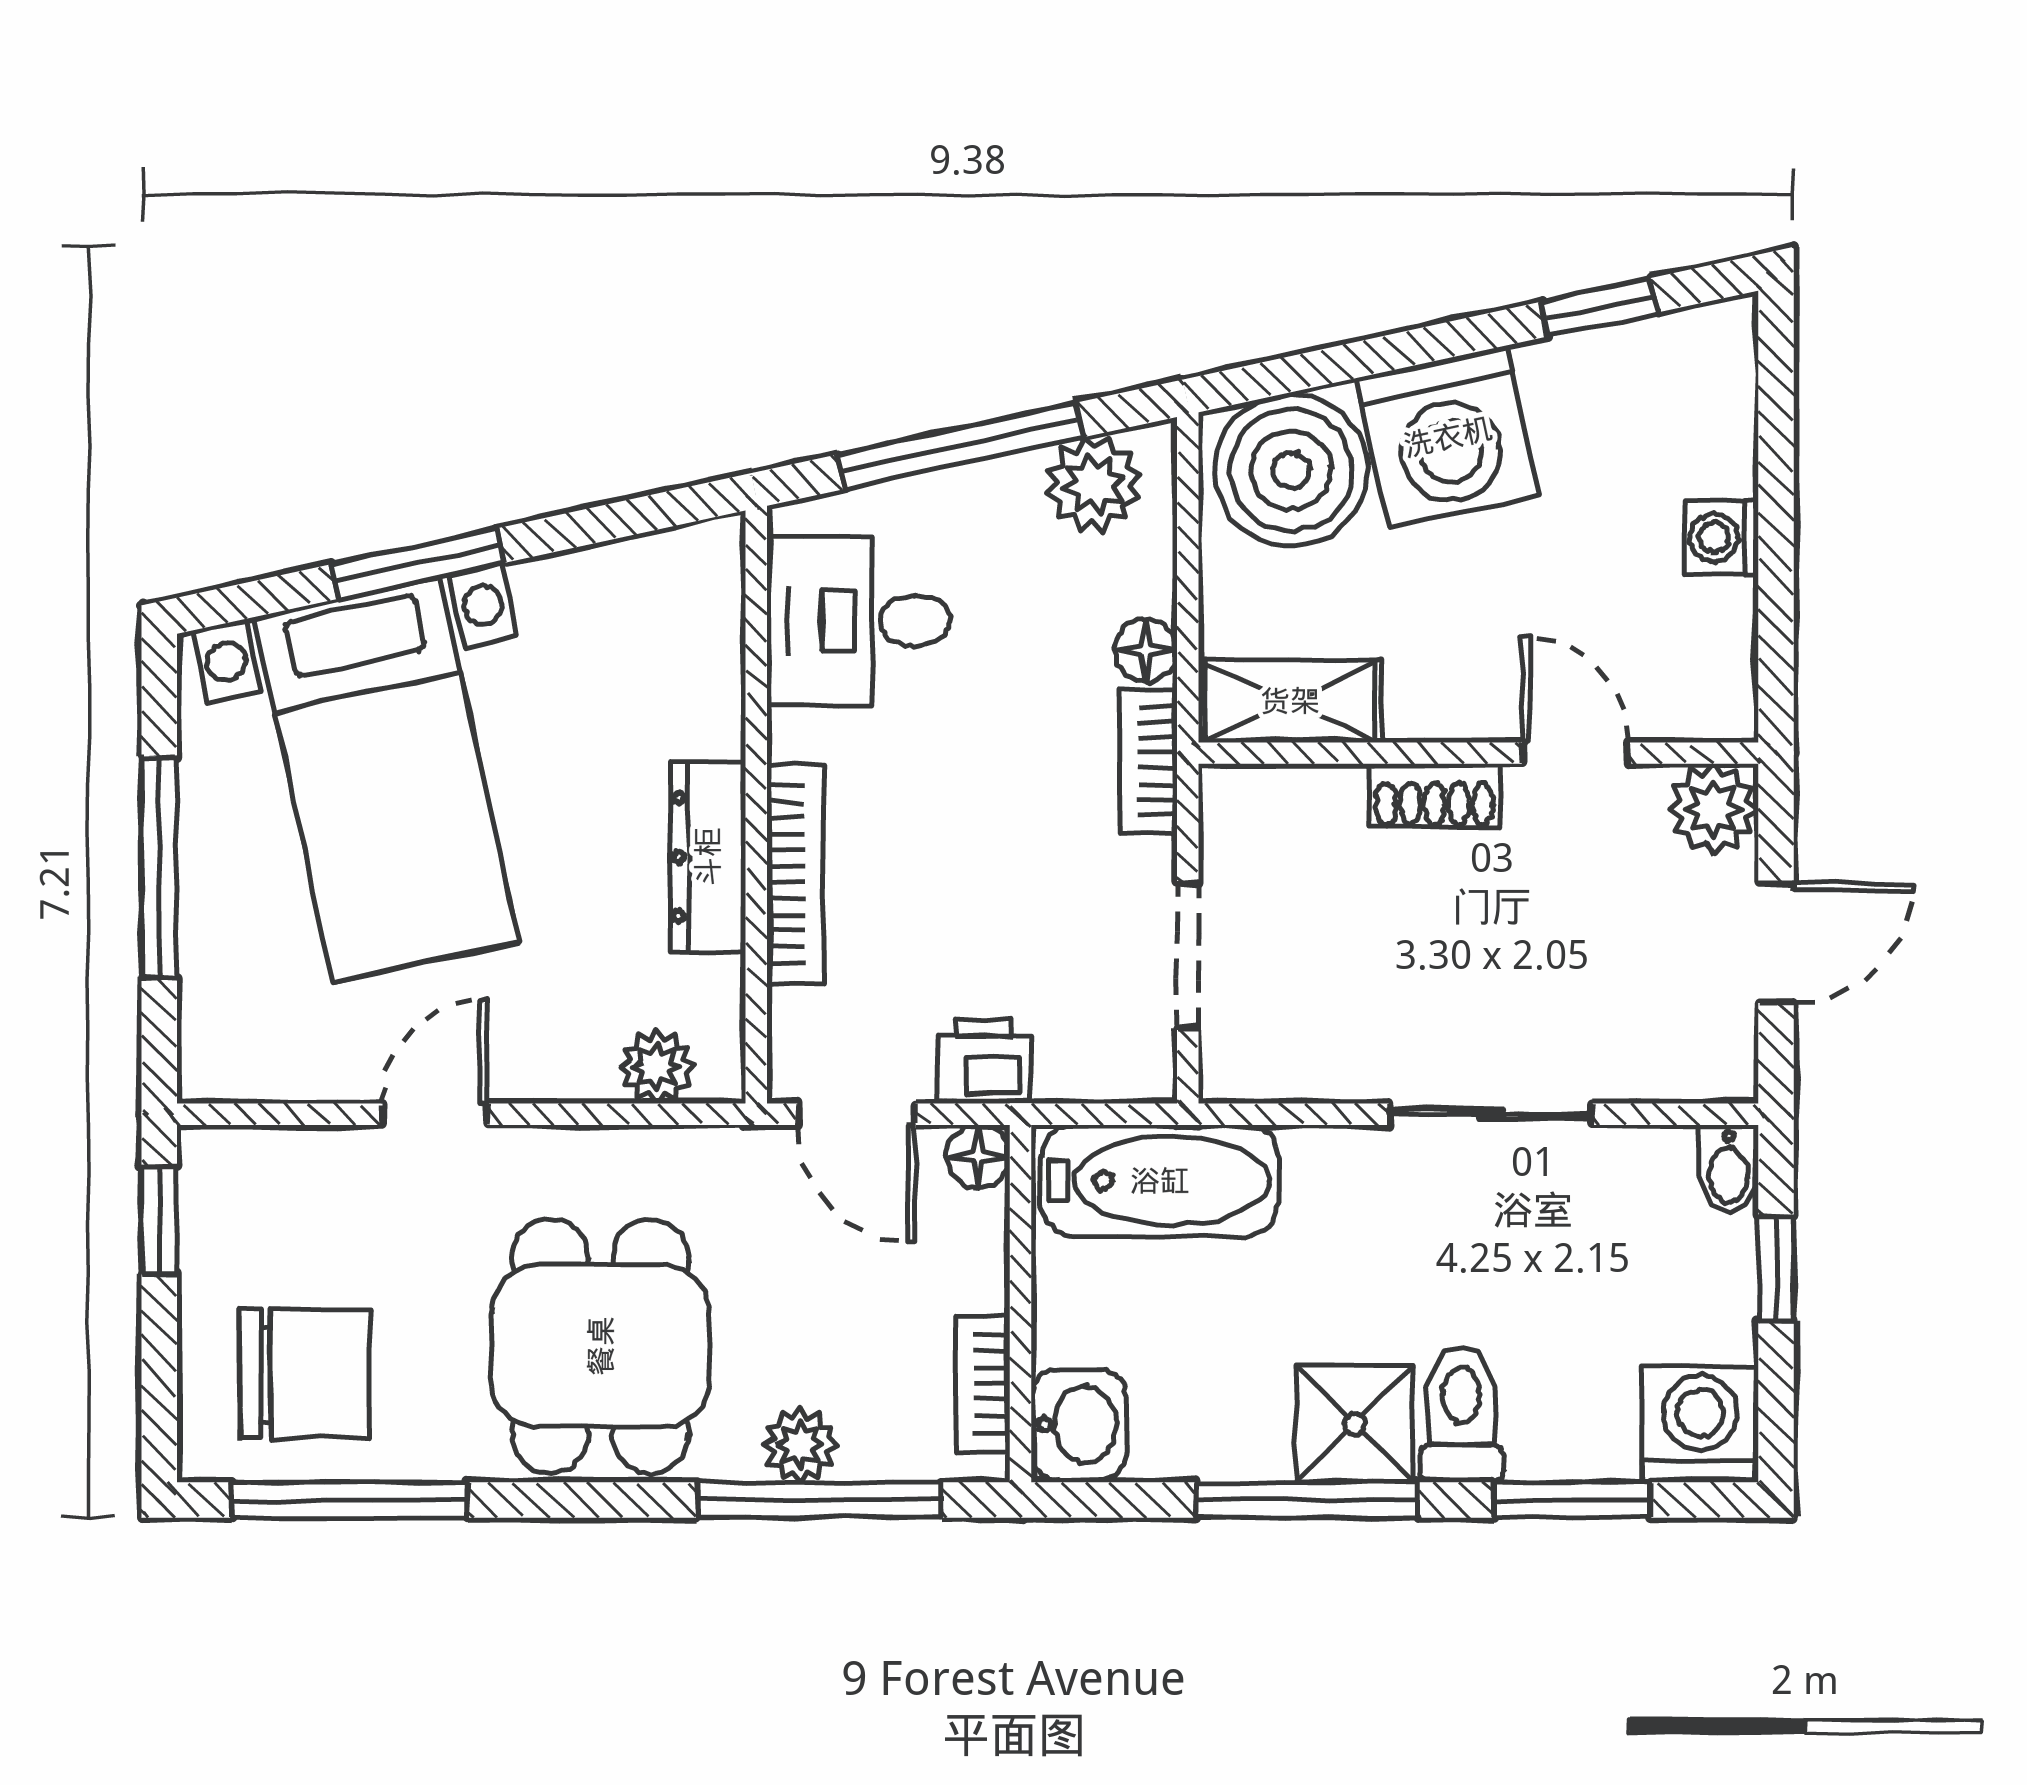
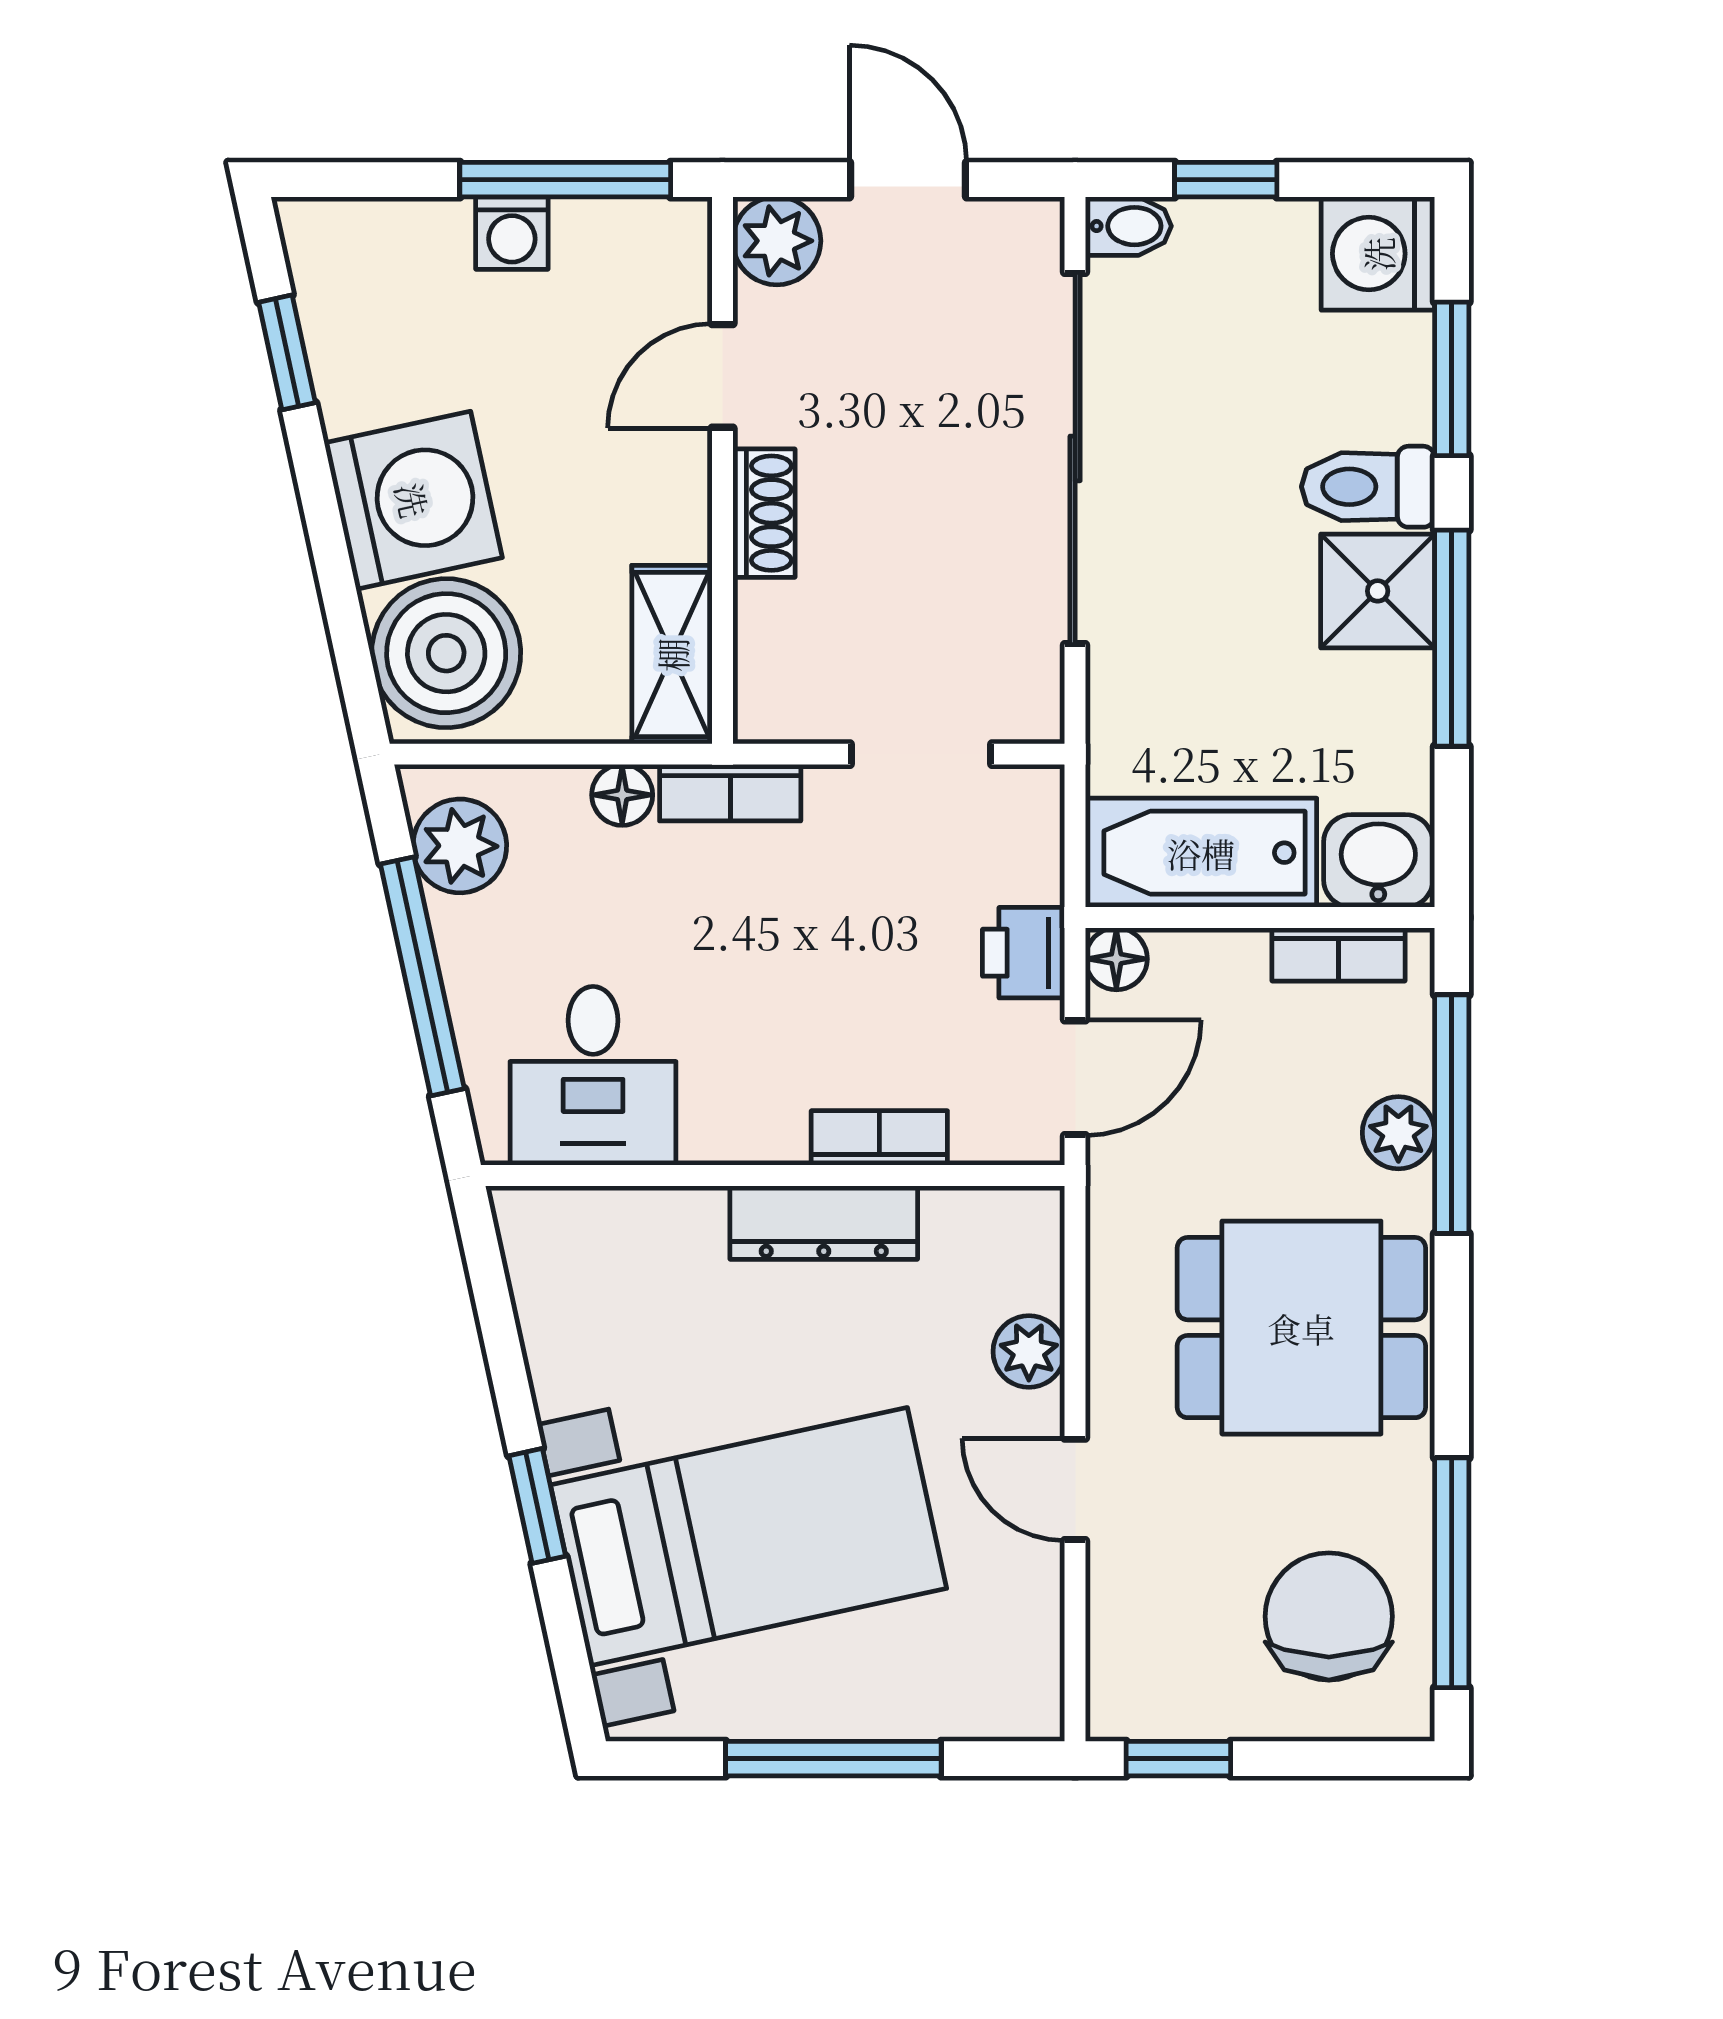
window: (418, 563) -> (537, 1506), width x0.67
window: (1776, 592) -> (565, 180), added
bookcase: (795, 874) -> (879, 1138), width x0.64
plant: (657, 1067) -> (1029, 1352), moved
sliding door: (1491, 1114) -> (1075, 458), width x1.86
bathtub: (1160, 1181) -> (1201, 853), moved, turned -90

